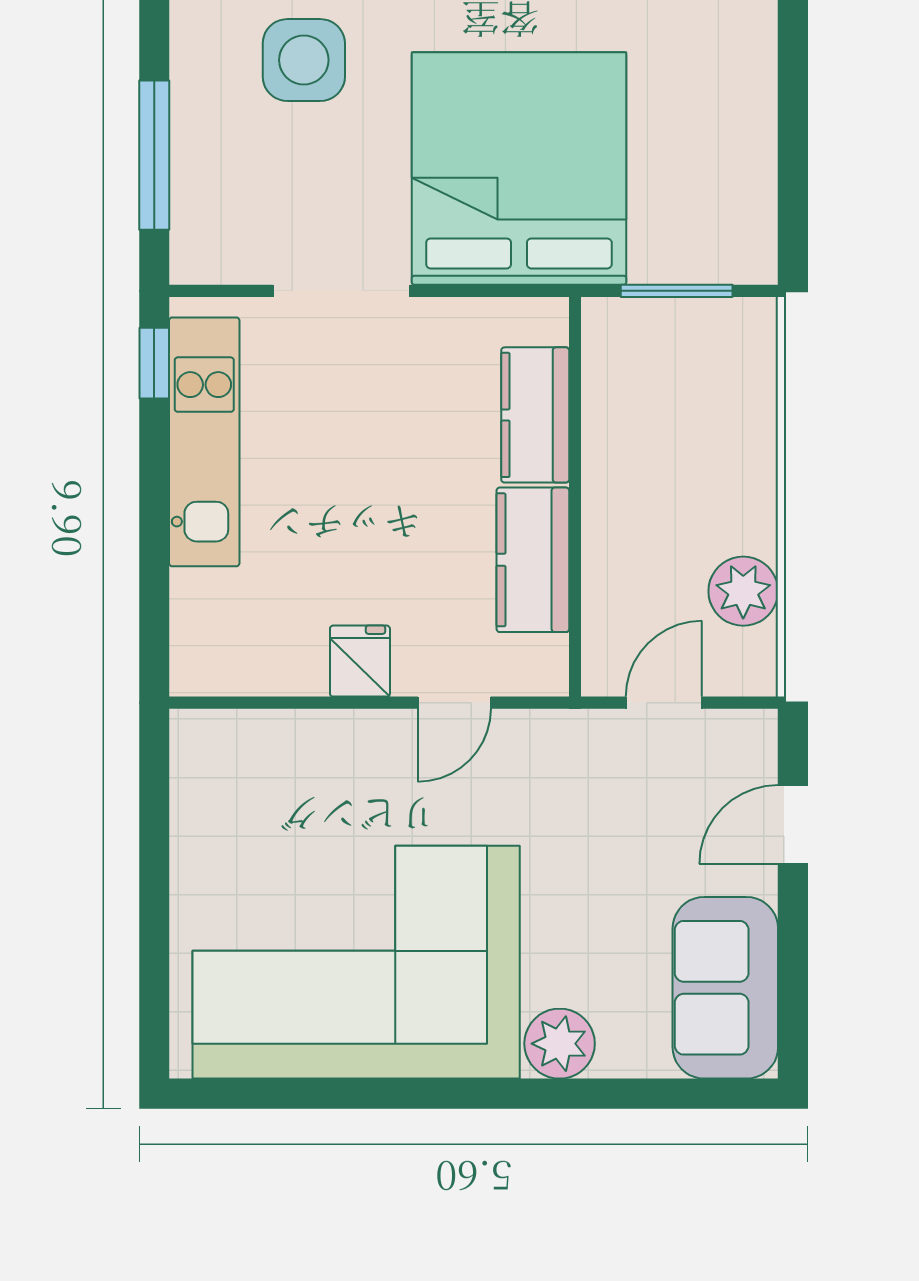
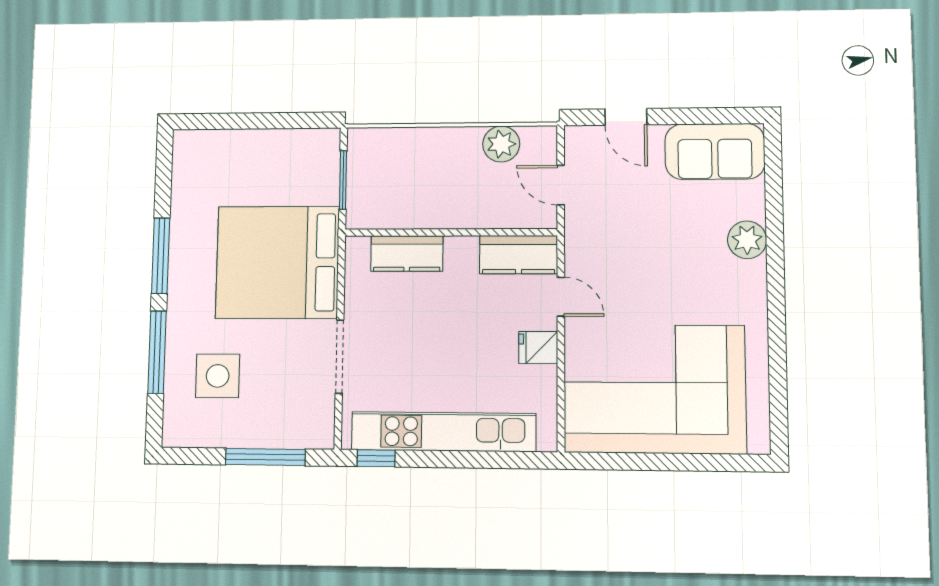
kitchen unit: (204, 442) -> (443, 432), width x1.36
kitchen counter: (533, 560) -> (519, 255), moved
corner sofa: (356, 962) -> (654, 389), moved, turned 90

